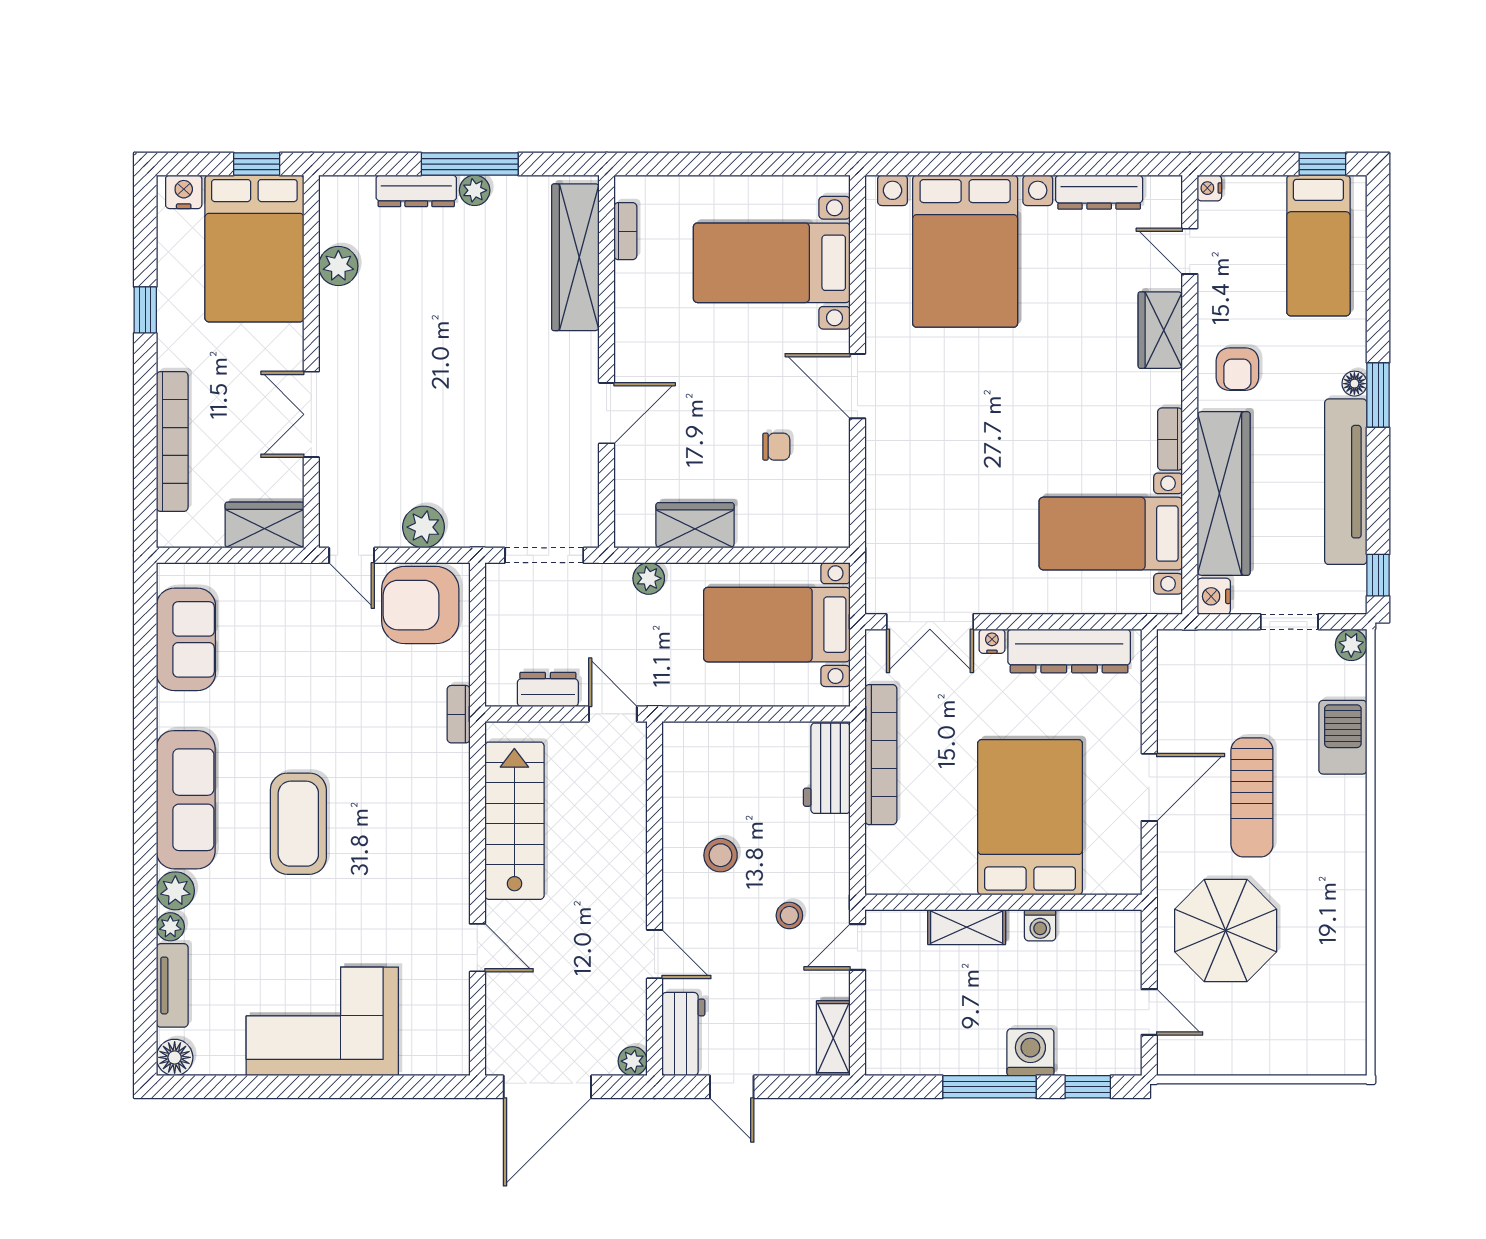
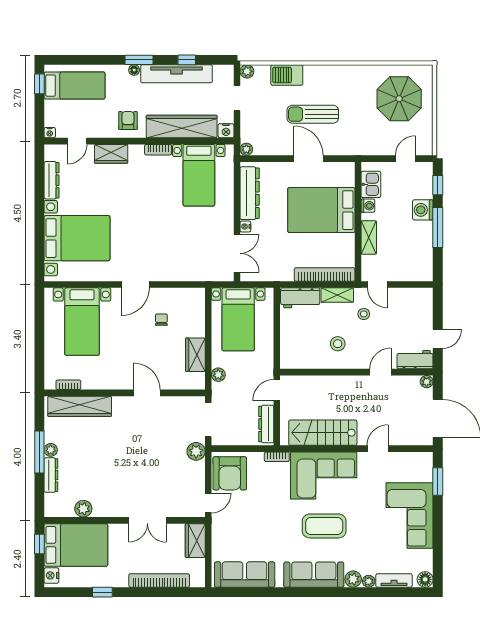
armchair: (1237, 369) -> (128, 121), turned -90
plant: (424, 527) -> (196, 451), moved
window: (1378, 575) -> (187, 60), moved
sofa: (186, 639) -> (245, 575), width x1.36
plant: (1171, 643) -> (246, 149), added
dresser: (548, 690) -> (266, 424), width x1.44
bookcase: (881, 755) -> (325, 274), moved
sun lounger: (1252, 797) -> (313, 114), turned 180
corner sofa: (415, 822) -> (324, 475), added
parasol: (1226, 931) -> (399, 99), moved
kitchen sink: (1090, 932) -> (371, 184), added
shelving: (833, 1038) -> (337, 295), moved
window: (401, 1087) -> (438, 481), added

